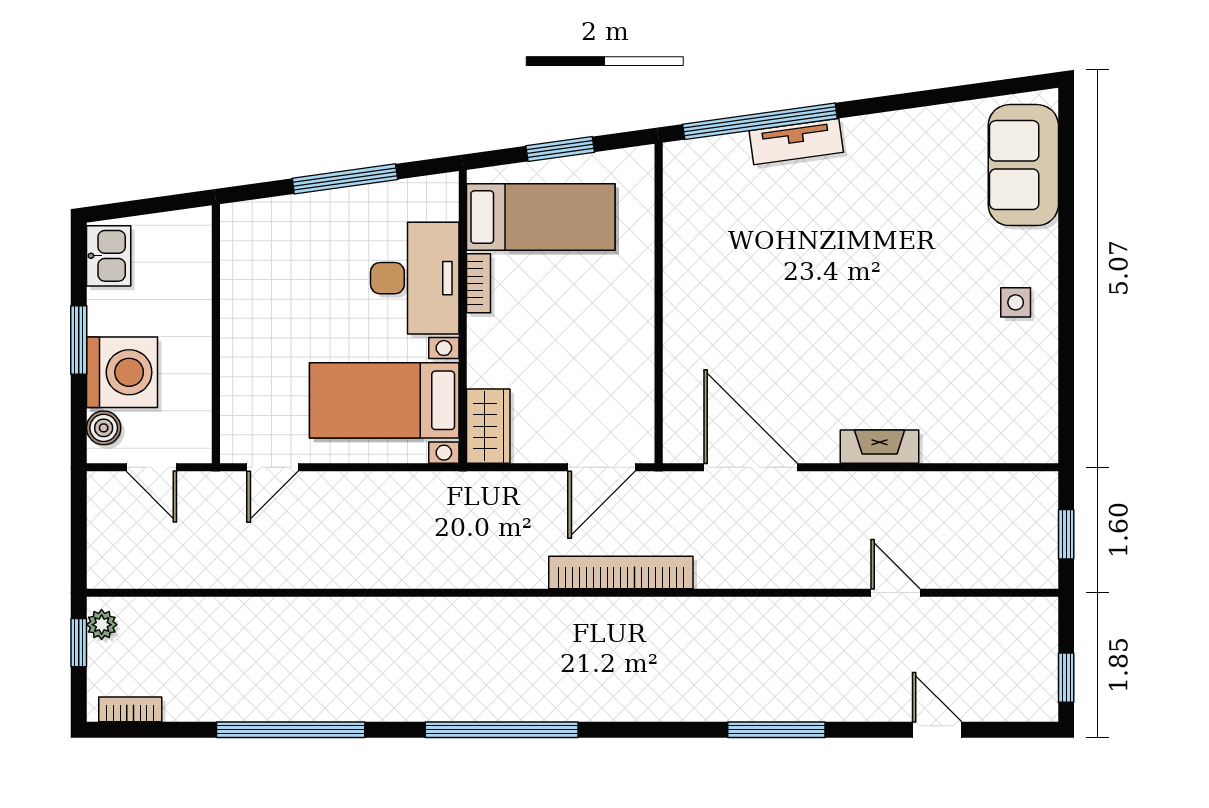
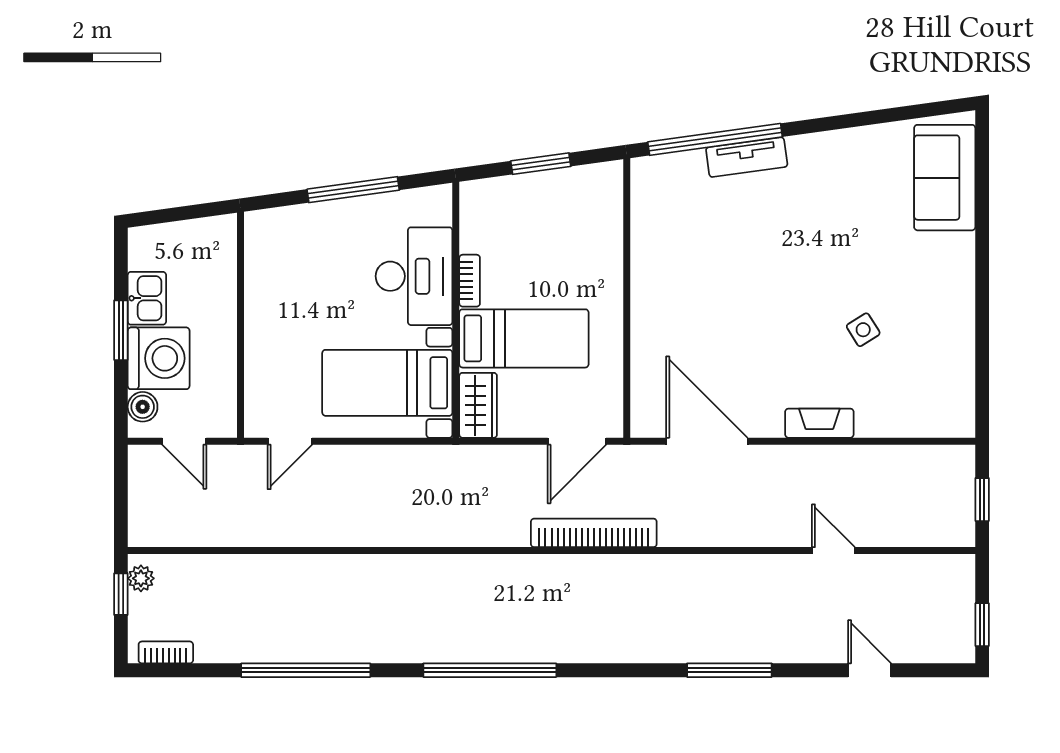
bed: (541, 217) -> (524, 338), moved
kitchen sink: (109, 256) -> (147, 298), moved
side table: (1016, 302) -> (863, 330), moved, turned -32

